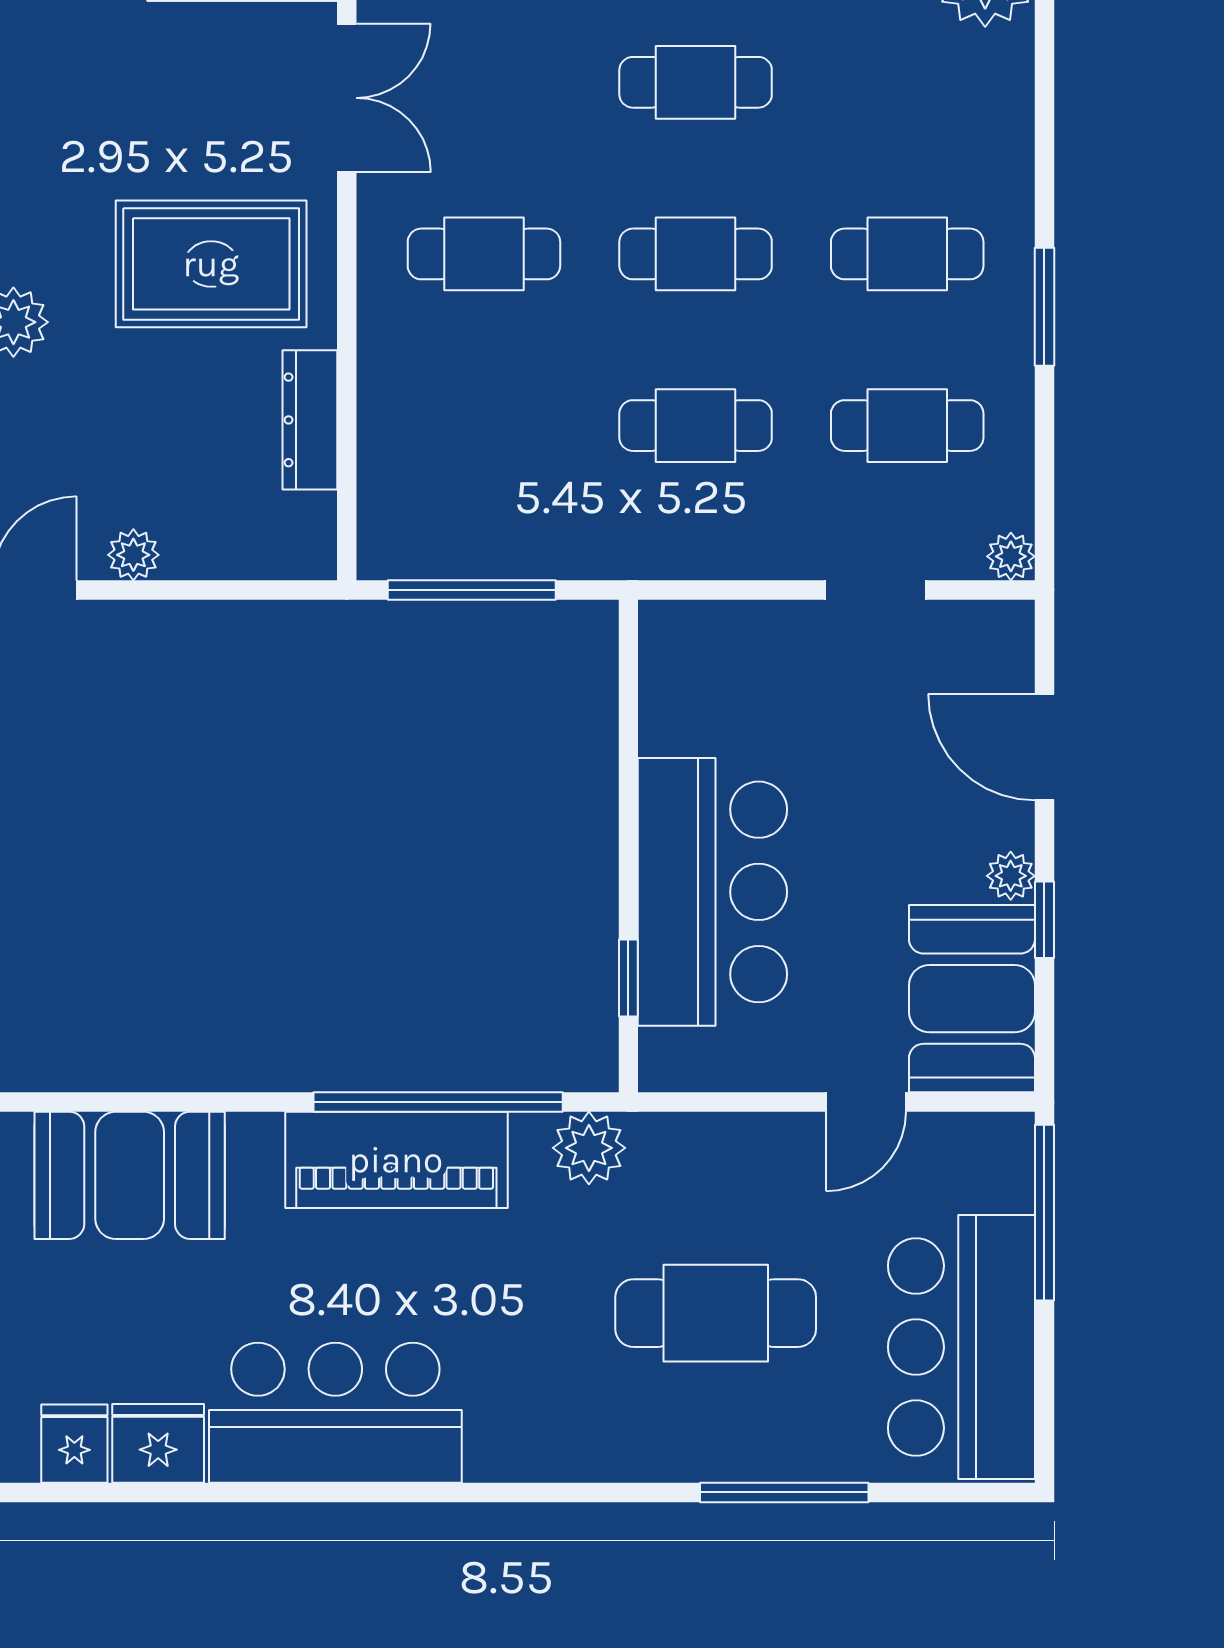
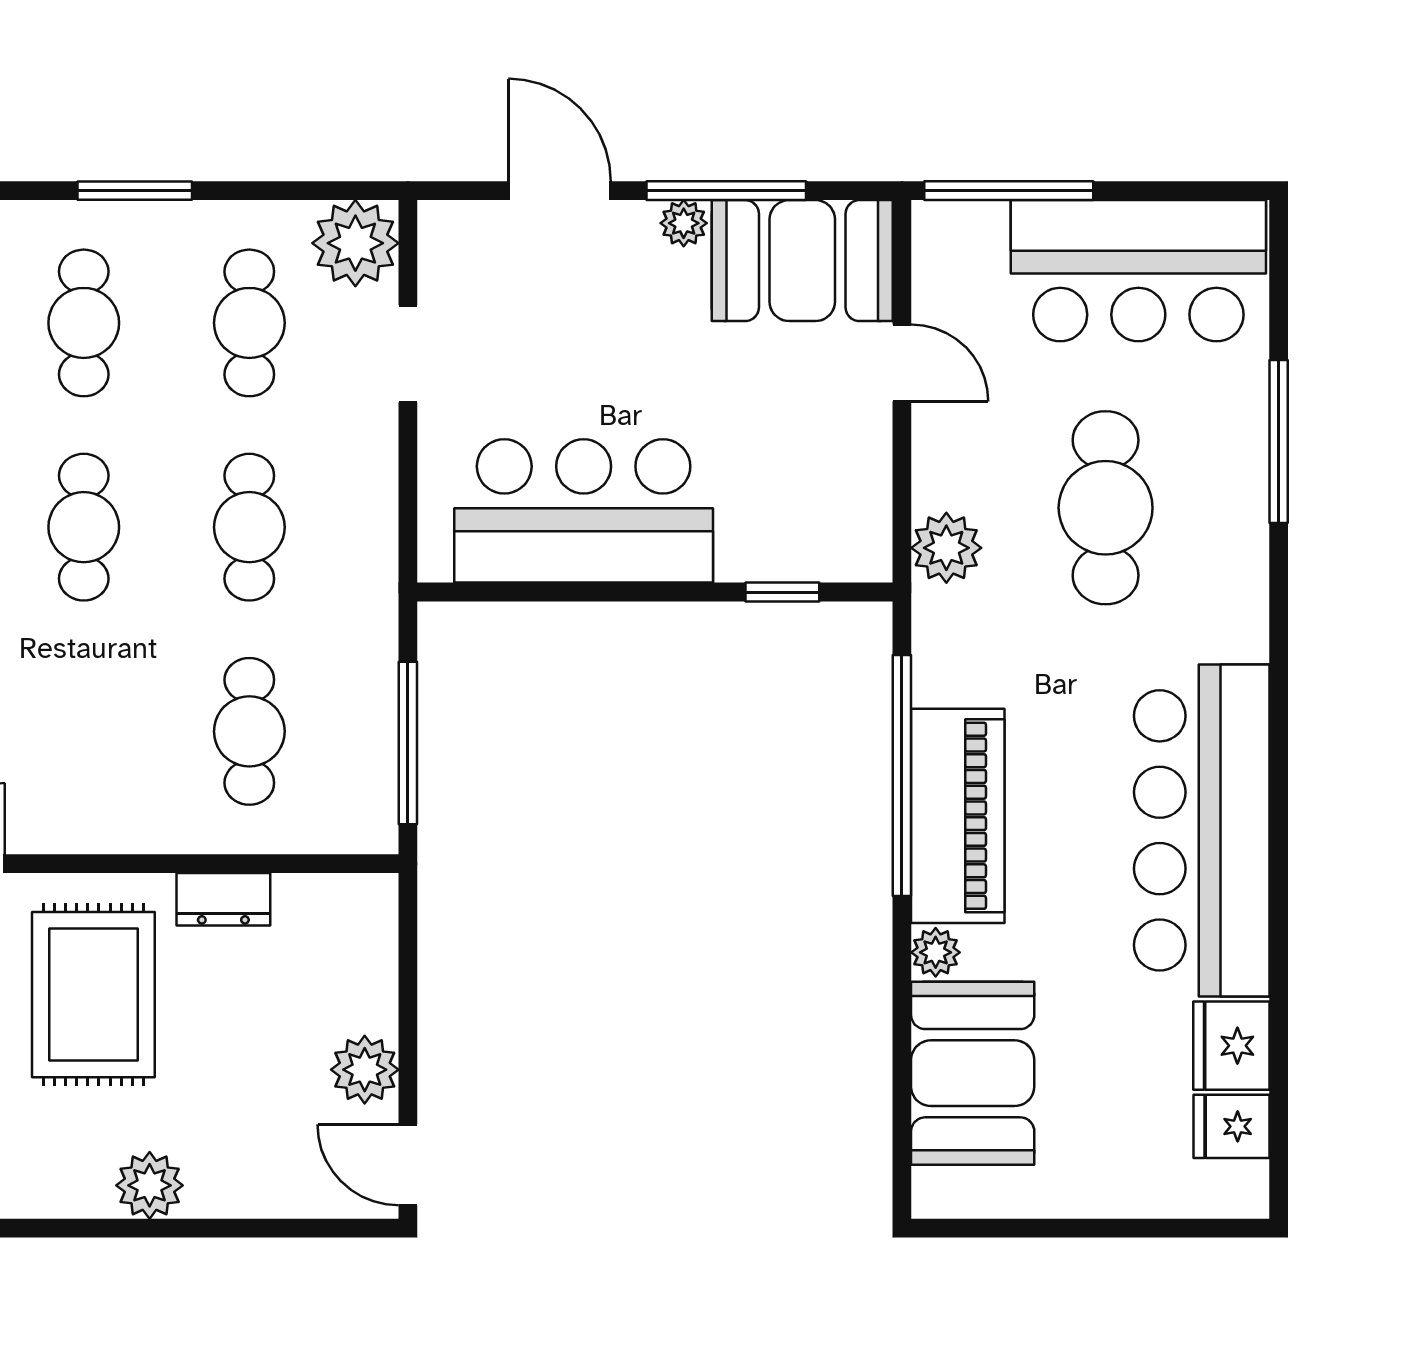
cafe table: (484, 254) -> (249, 731), moved
dresser: (310, 420) -> (223, 899), width x0.70
plant: (133, 555) -> (365, 1070), width x1.38, depth x1.38
plant: (1011, 556) -> (355, 243), width x1.88, depth x1.88
door: (1044, 747) -> (560, 191), swing flipped
bar counter: (712, 892) -> (584, 511), moved
window: (1044, 920) -> (726, 191), width x2.17
plant: (255, 1137) -> (936, 952), added
plant: (589, 1148) -> (946, 548), moved
bar counter: (335, 1413) -> (1202, 830), width x1.36

